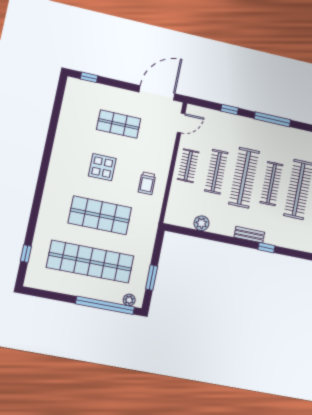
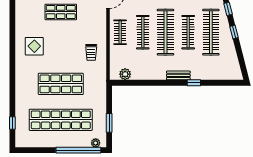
display table: (102, 167) -> (34, 46), moved
plant: (201, 223) -> (125, 74), moved

